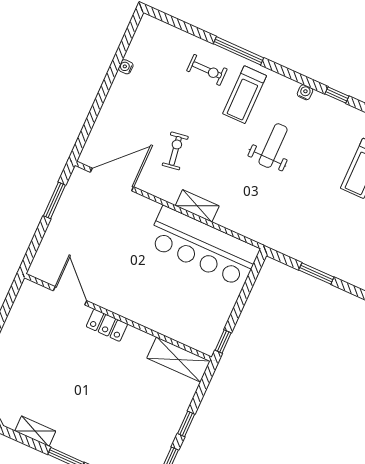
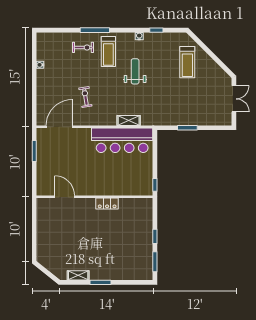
shelving: (197, 206) -> (129, 120), moved
locker: (107, 325) -> (107, 204), moved
shelving: (178, 360) -> (136, 205), removed

